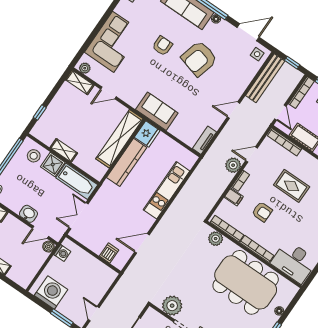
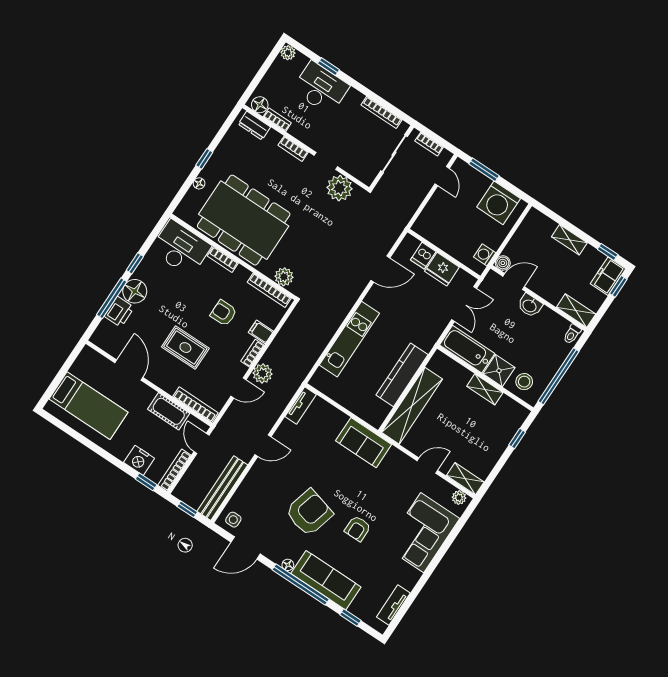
fridge: (147, 134) -> (442, 269), moved, turned -90
bookcase: (257, 249) -> (223, 259), width x0.64

